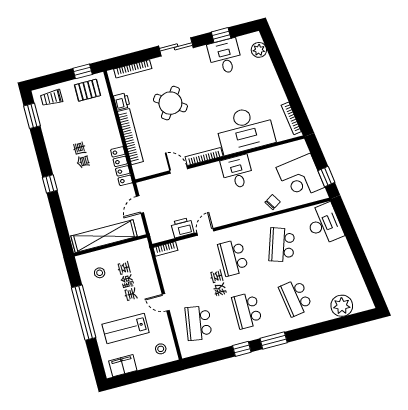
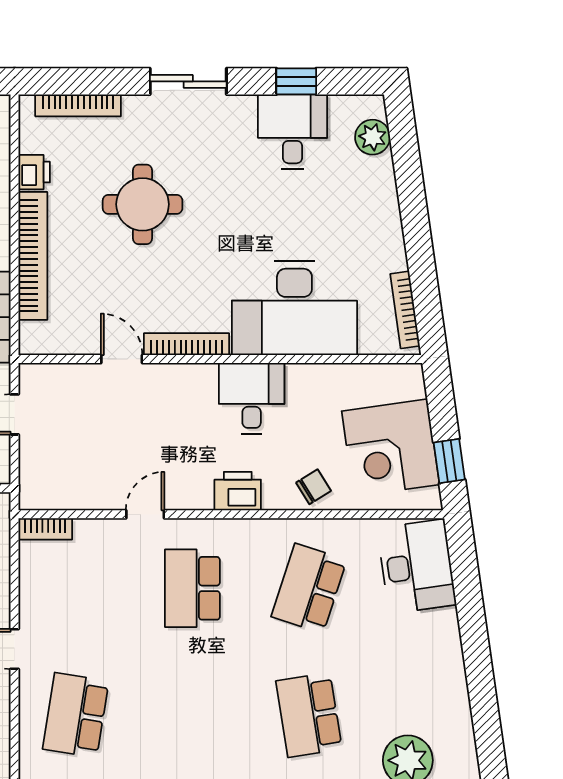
round table: (170, 103) -> (143, 204), turned -34
printer: (182, 228) -> (238, 491), moved
school desk: (247, 310) -> (192, 715), removed

